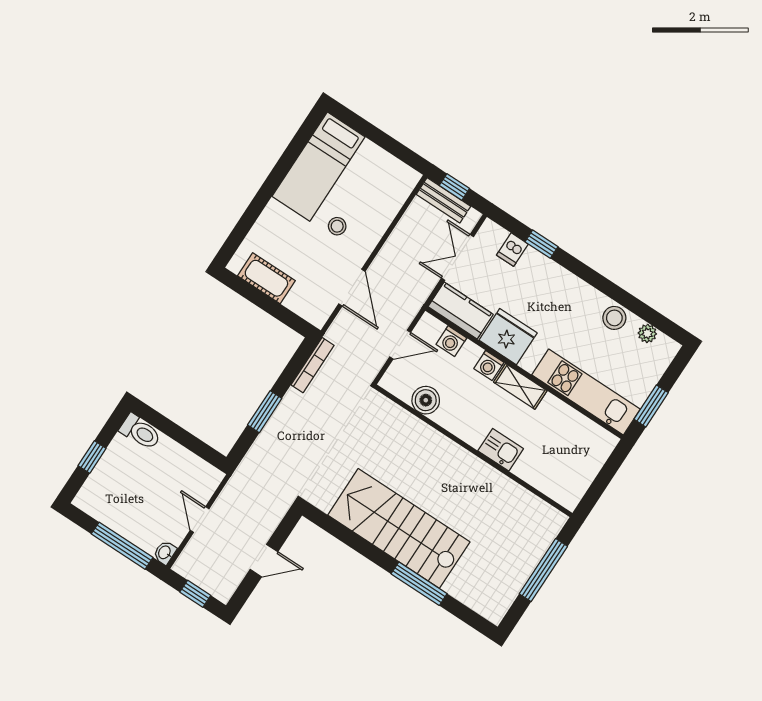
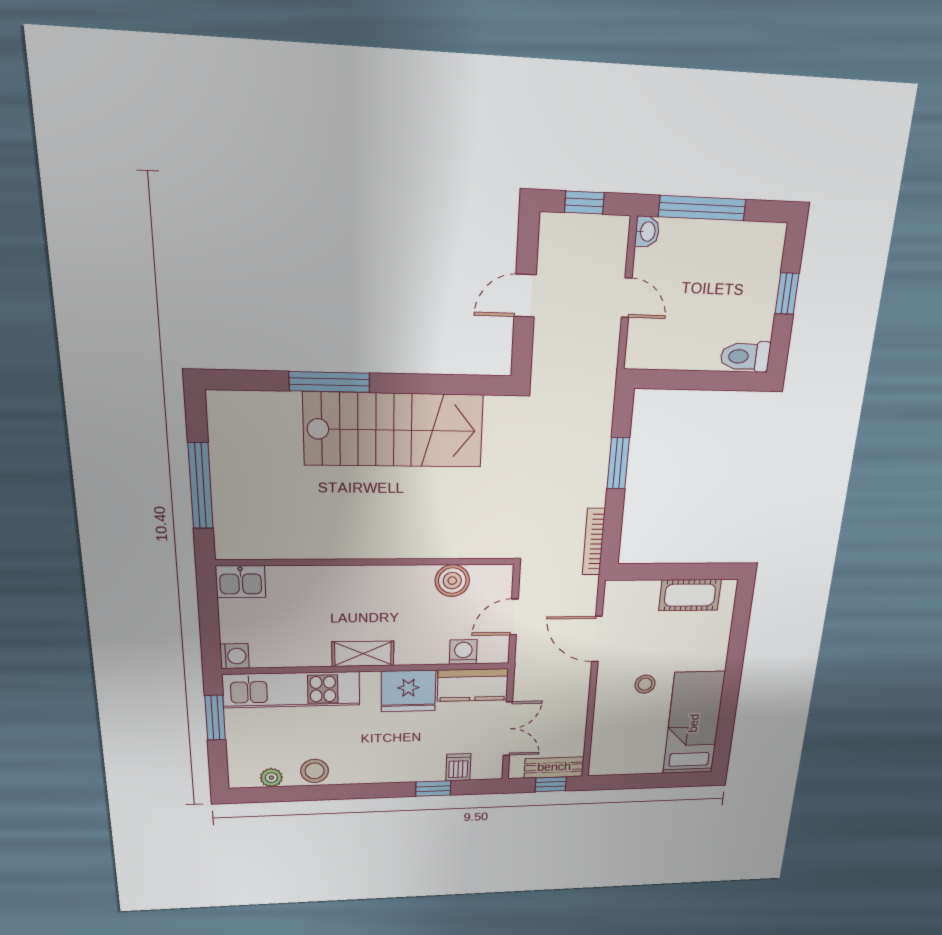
washing machine: (489, 366) -> (235, 656), moved, turned 90
kitchen sink: (501, 450) -> (241, 582), moved

